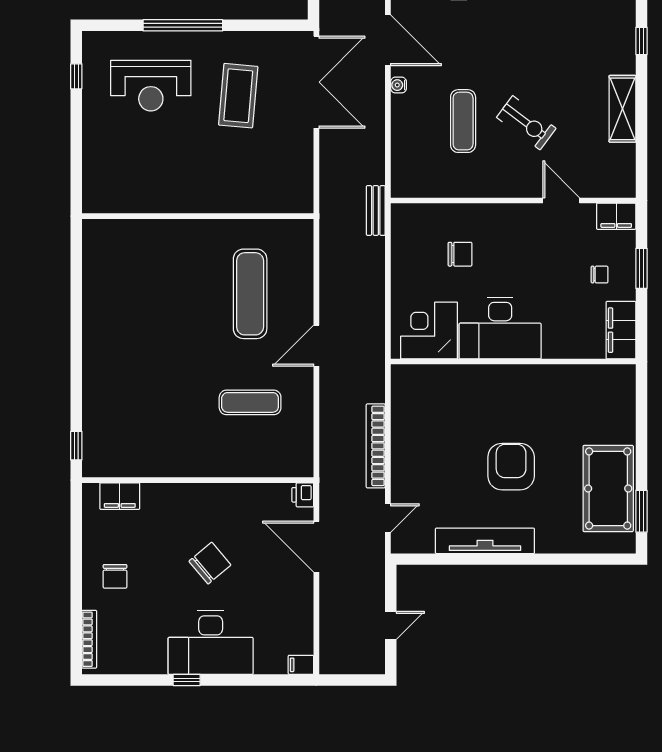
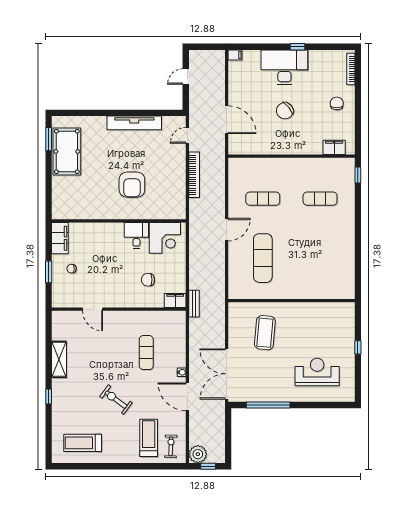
window: (183, 25) -> (268, 405), moved
window: (76, 76) -> (358, 347), moved
coffee table: (238, 96) -> (265, 333), moved
exercise bike: (526, 123) -> (116, 400), moved
filing cabinet: (616, 216) -> (175, 300), moved
desk: (500, 328) -> (136, 235), width x0.53, depth x0.77
exercise mat: (145, 402) -> (320, 199), added
armchair: (511, 467) -> (132, 185), moved
printer: (303, 495) -> (234, 148), removed

